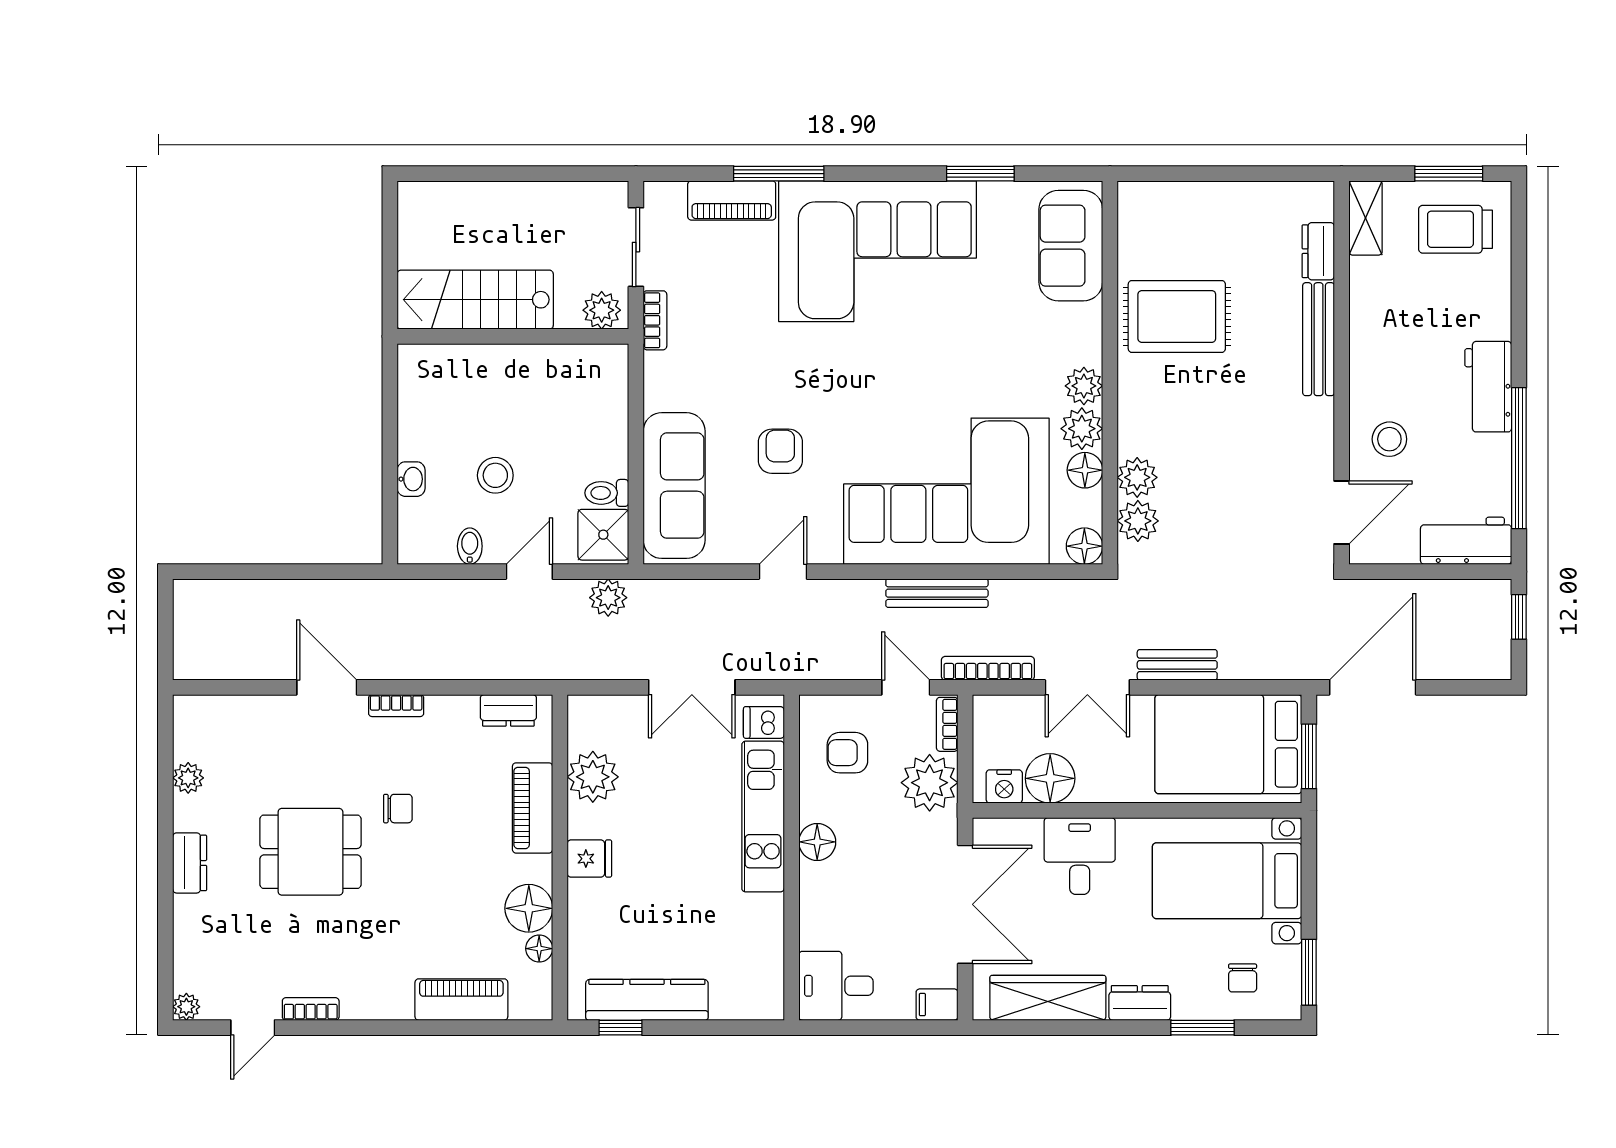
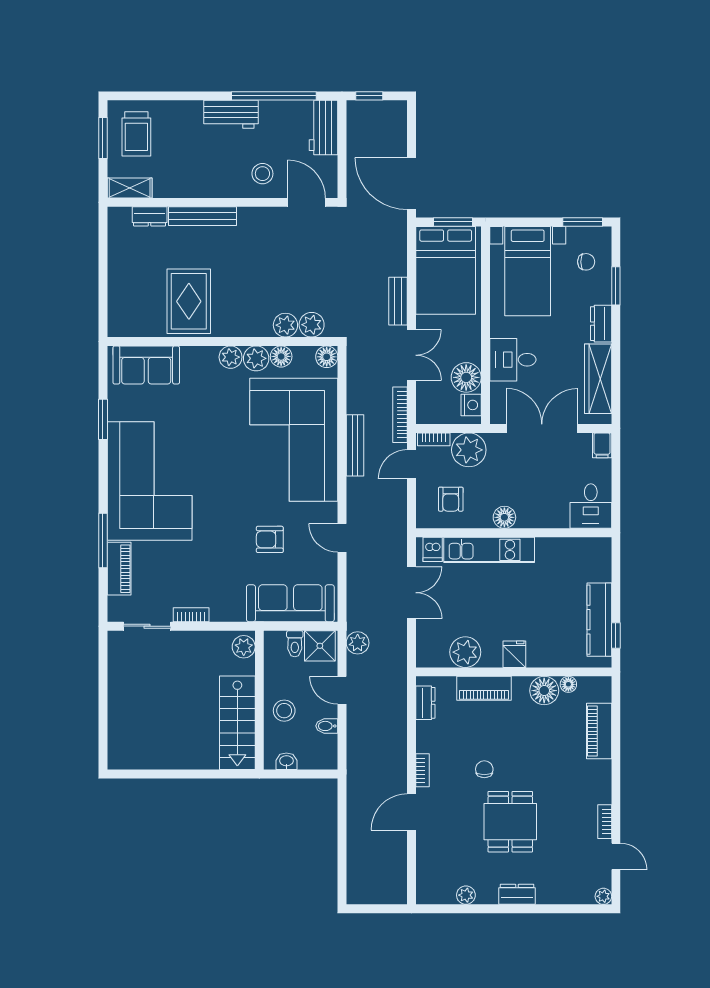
stairs: (475, 300) -> (237, 723), moved
plant: (602, 310) -> (244, 647), moved
wall: (513, 336) -> (259, 700), moved

